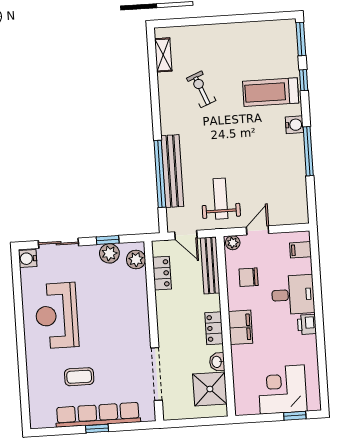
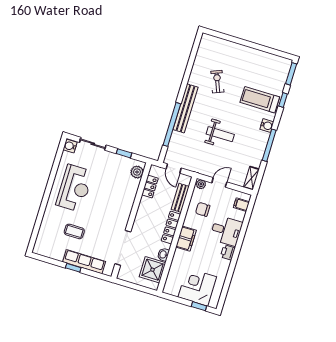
shelving: (163, 55) -> (251, 178), moved
bench: (172, 171) -> (186, 108), moved
weight bench: (220, 199) -> (220, 134), moved, turned 90
plant: (109, 253) -> (122, 162), removed
bench: (210, 265) -> (180, 198), width x0.73
reception desk: (57, 316) -> (75, 188), turned 180
locker: (214, 328) -> (171, 228), width x1.53
row of seats: (98, 415) -> (84, 262), width x0.73

